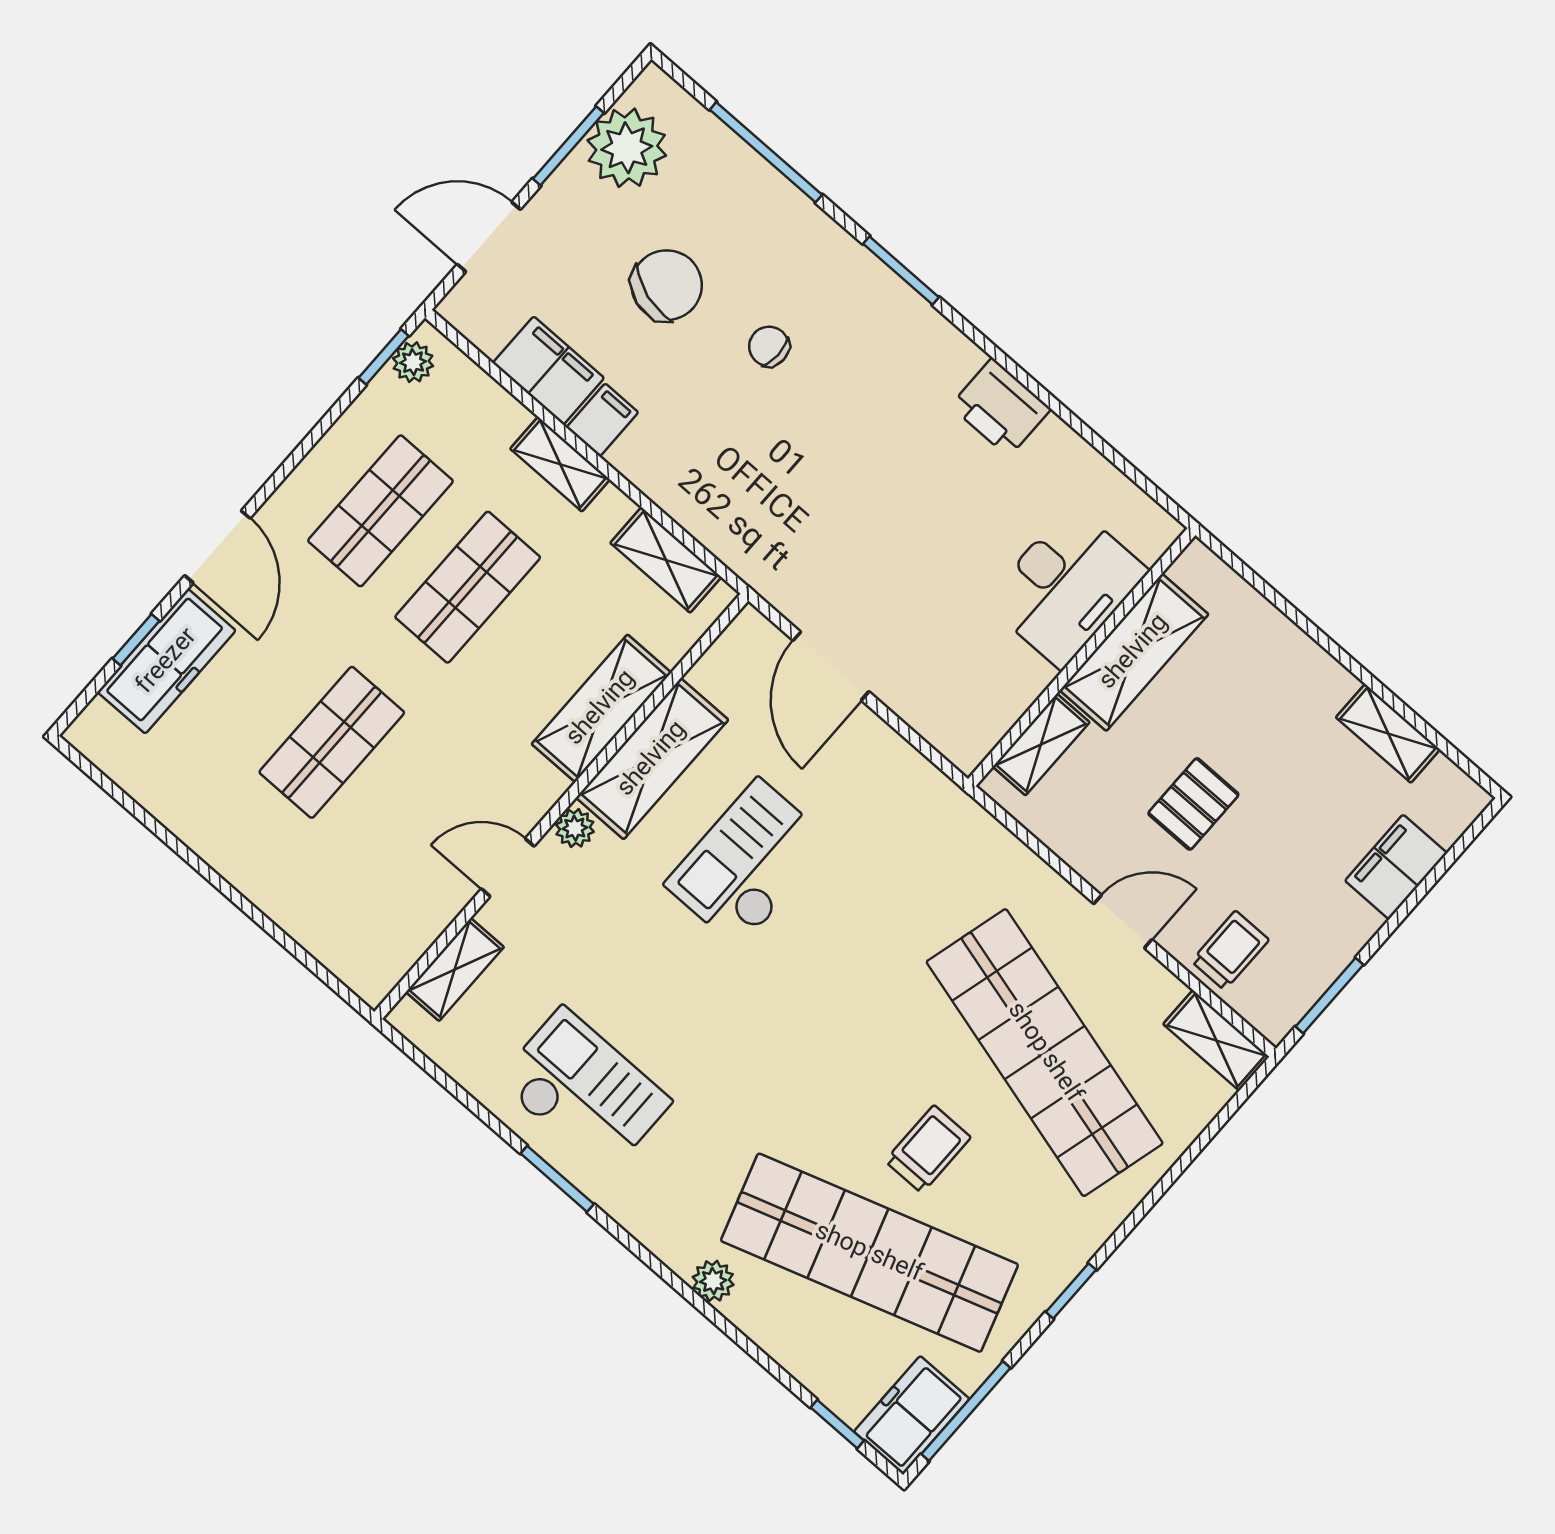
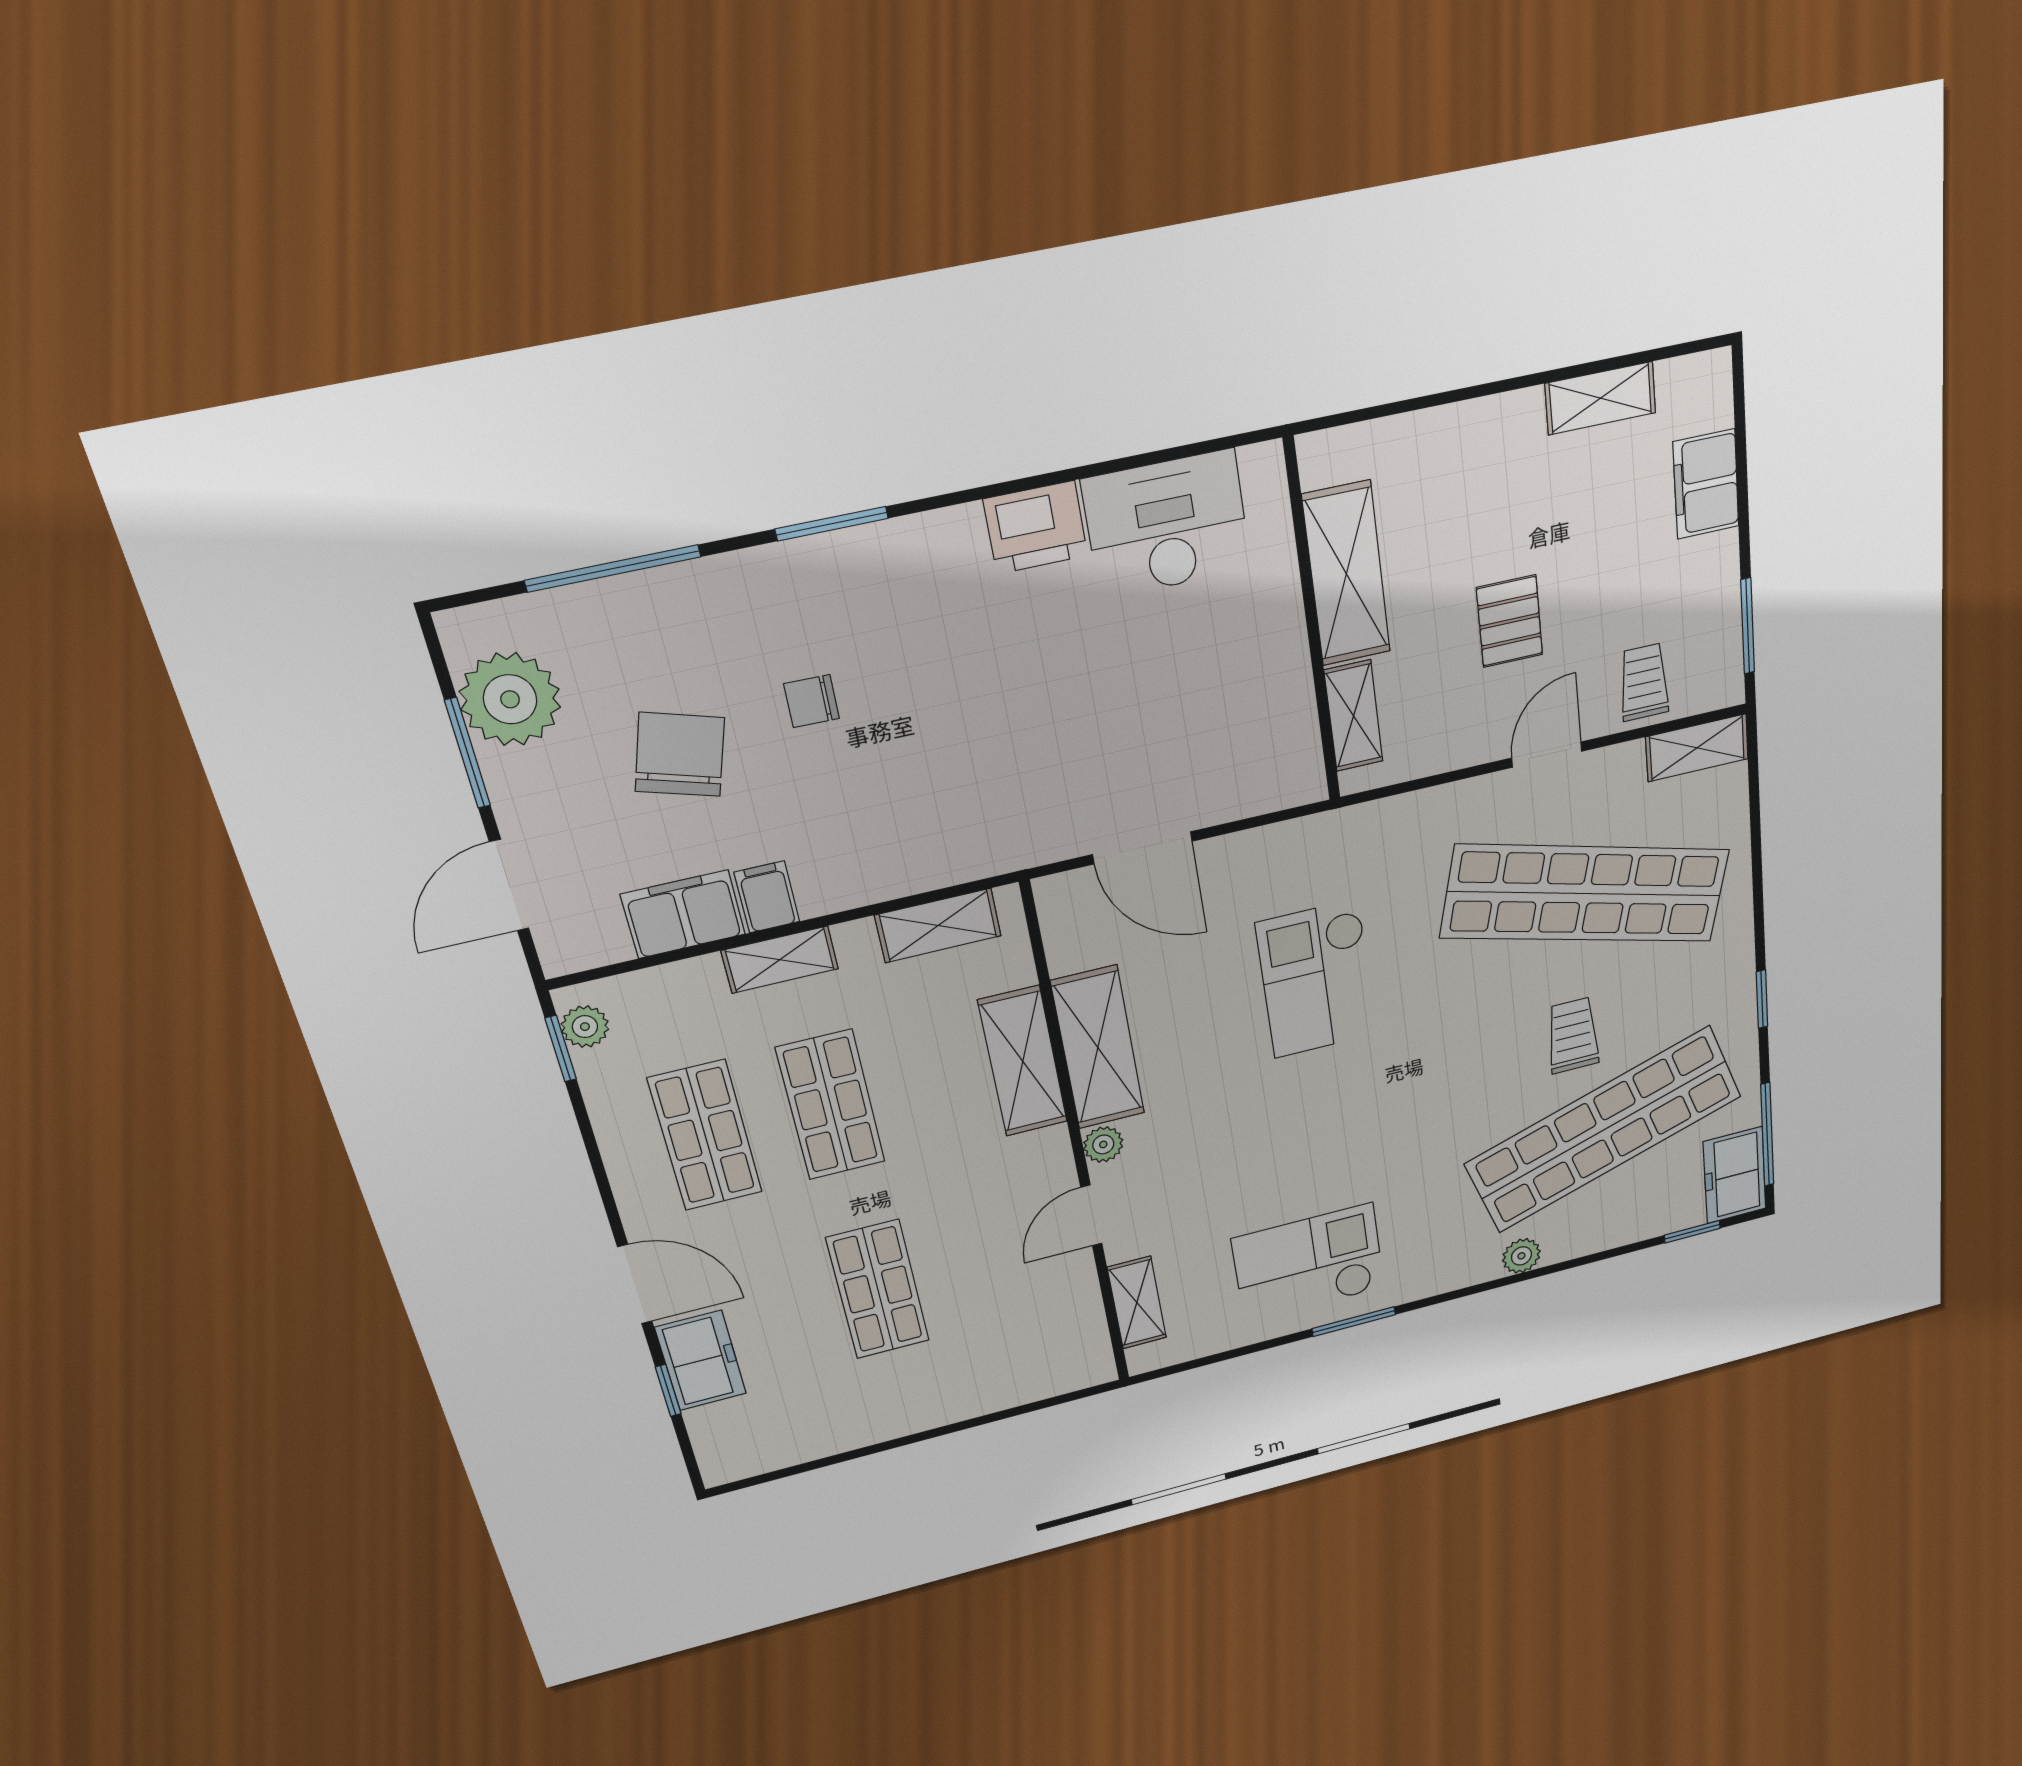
desk: (1066, 586) -> (1167, 524), moved, turned -90
freezer: (167, 661) -> (701, 1361), width x0.71
checkout: (749, 863) -> (1317, 979), moved

